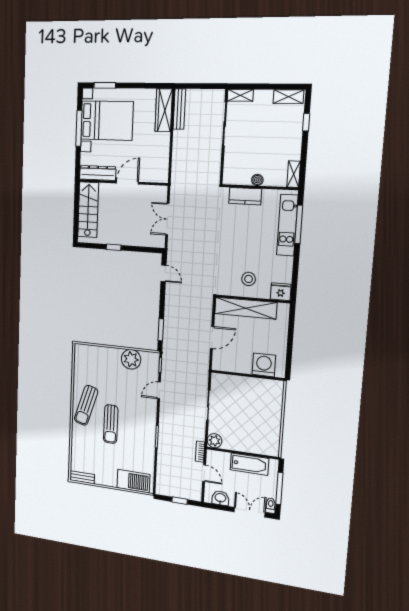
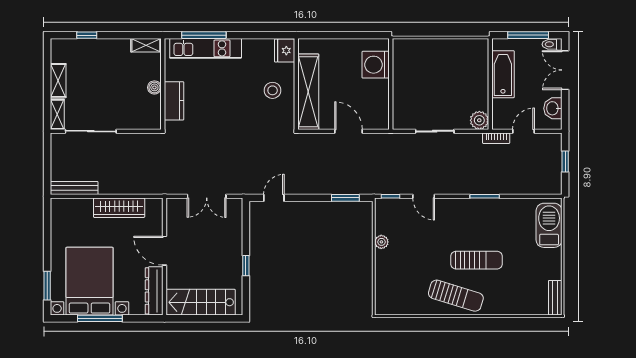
shelving: (288, 97) -> (58, 81), moved
wardrobe: (164, 110) -> (119, 208), moved
plant: (131, 359) -> (381, 242), width x0.53, depth x0.53

